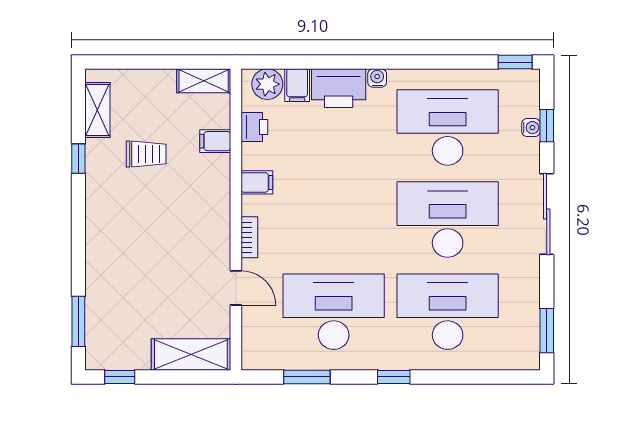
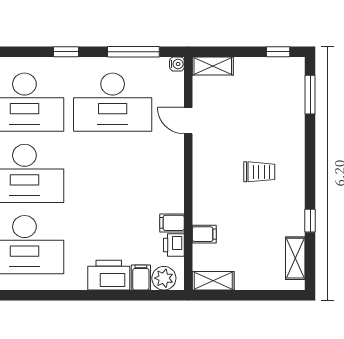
water cooler: (377, 78) -> (177, 64), moved, turned -90
trolley: (146, 154) -> (259, 172), moved, turned 180
filing cabinet: (257, 182) -> (172, 223), moved
bookcase: (249, 237) -> (178, 160), removed
shelving: (191, 354) -> (213, 66), width x0.67, depth x0.75
window: (307, 377) -> (133, 52), width x1.44

